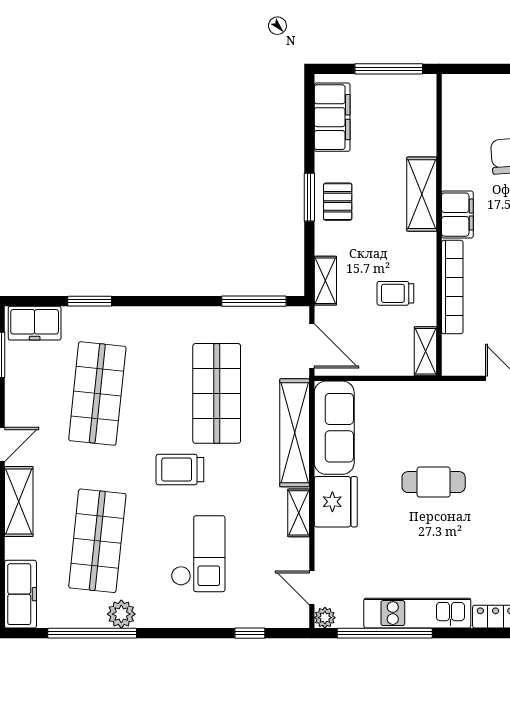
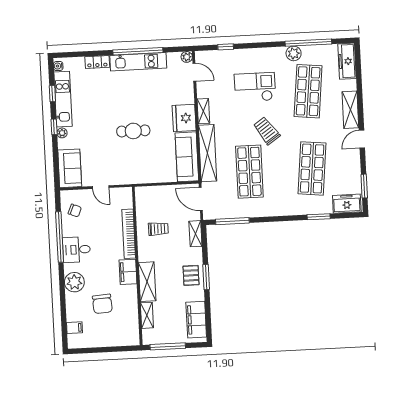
shelving: (426, 351) -> (147, 315), moved
trolley: (180, 470) -> (267, 131), turned -125
checkout: (198, 554) -> (255, 87), turned 90
window: (385, 633) -> (138, 51), moved

